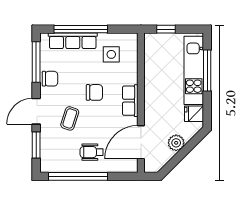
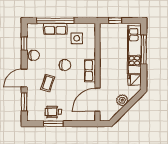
row of seats: (73, 41) -> (55, 29), width x0.68
window: (36, 62) -> (24, 44), width x0.46
wheelchair: (92, 152) -> (53, 112), moved
window: (78, 176) -> (53, 124), width x0.47

